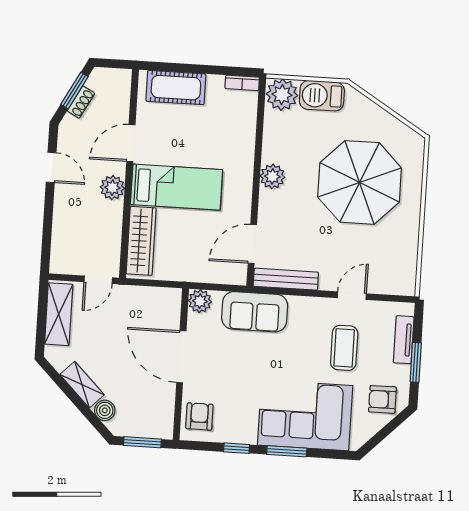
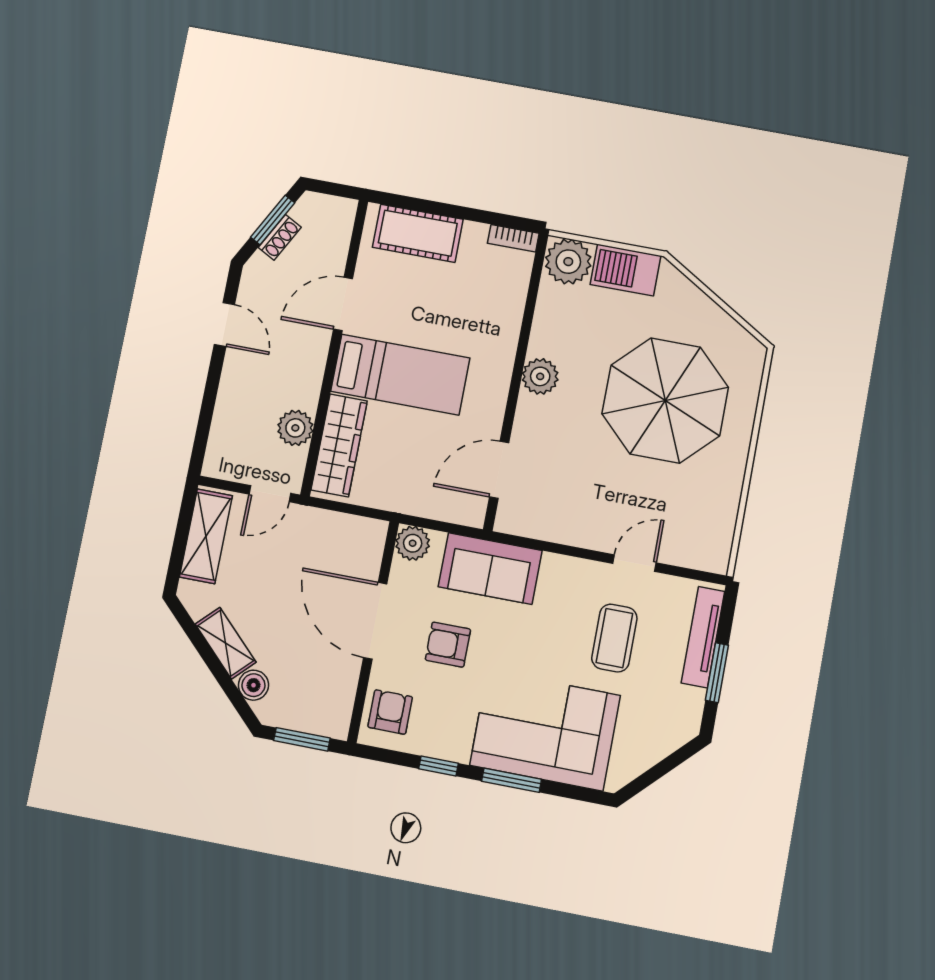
plant: (112, 188) -> (295, 428), moved
bench: (286, 279) -> (541, 527), removed
tv unit: (404, 340) -> (703, 637), width x1.41
armchair: (382, 399) -> (448, 645), moved

